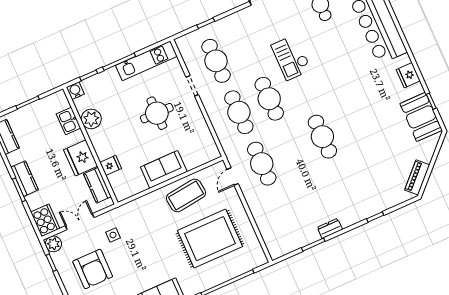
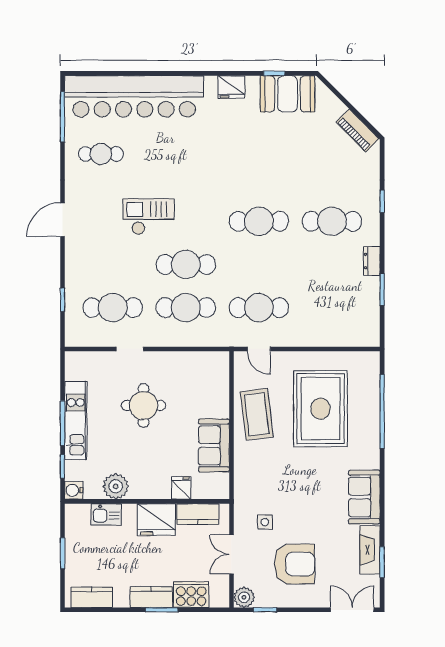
checkout: (291, 58) -> (149, 217), turned 180
kitchen unit: (146, 61) -> (76, 421), moved
sofa: (164, 169) -> (214, 445), moved
cafe table: (345, 188) -> (332, 221), added
cooker: (45, 220) -> (191, 595), moved

